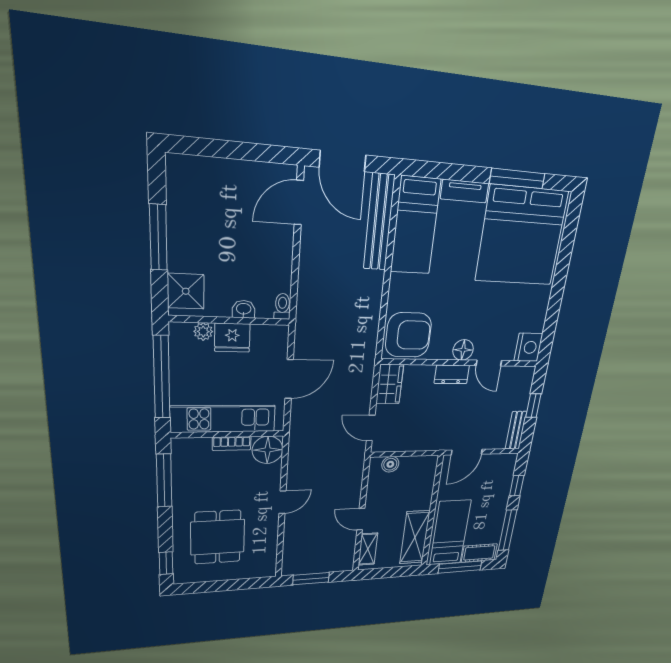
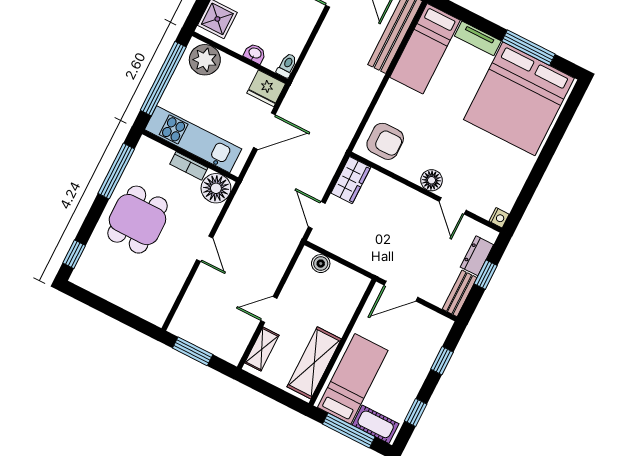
plant: (203, 332) -> (205, 60), width x1.88, depth x1.88
armchair: (408, 335) -> (385, 141), width x0.73, depth x0.73
fridge: (232, 338) -> (266, 88), moved
nightstand: (528, 347) -> (499, 218), width x0.53, depth x0.56
dresser: (452, 374) -> (477, 256), moved, turned 90
door: (282, 502) -> (205, 249), hinge flipped
door: (361, 519) -> (269, 310), hinge flipped
window: (507, 530) -> (416, 412), width x0.46
dining table: (218, 537) -> (137, 220), moved

